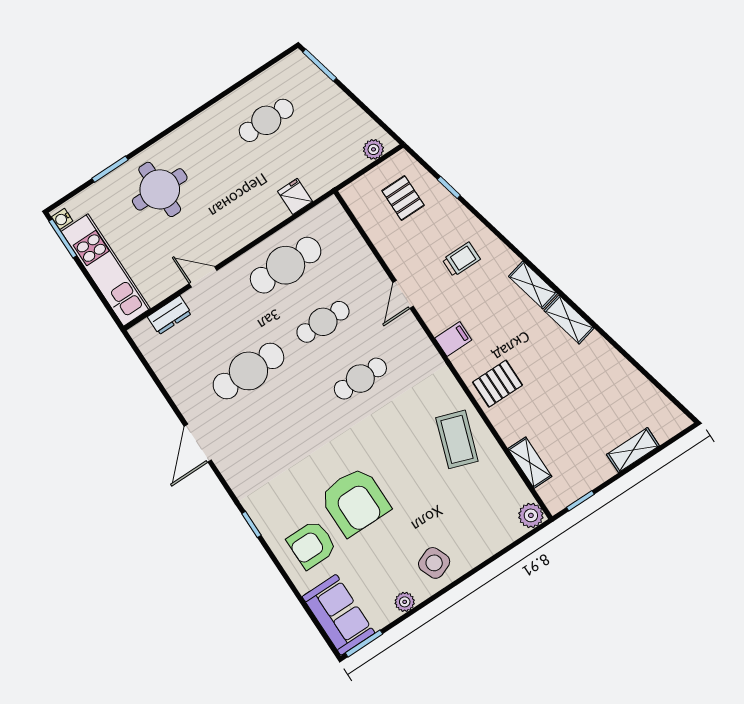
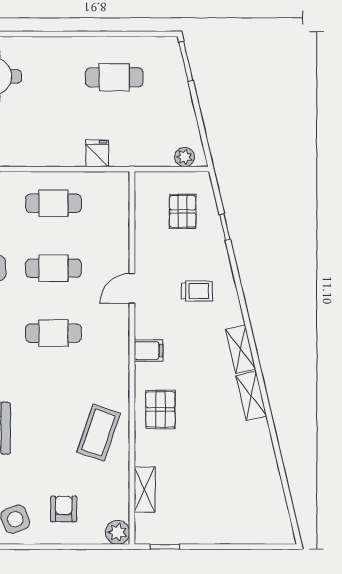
cafe table: (286, 265) -> (53, 203), width x0.73, depth x0.74
pallet: (498, 384) -> (160, 409), turned 90
shelving: (633, 450) -> (234, 534), removed
armchair: (470, 526) -> (64, 509), added

